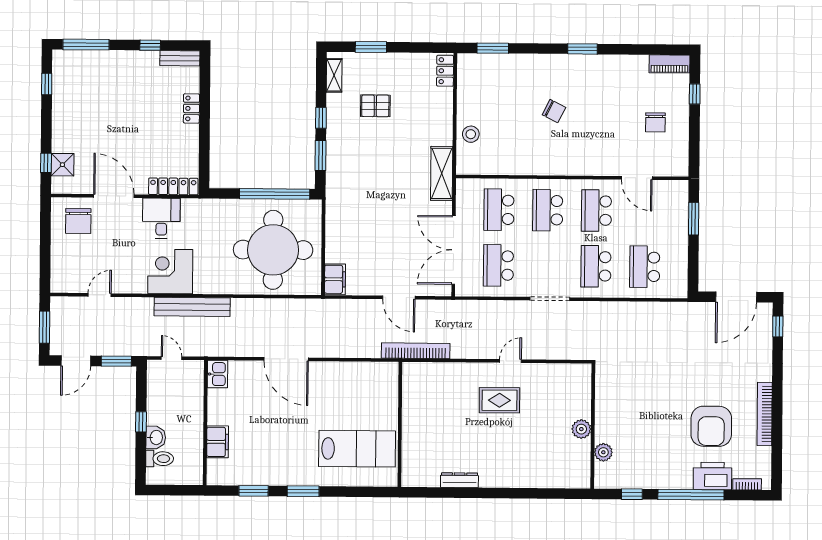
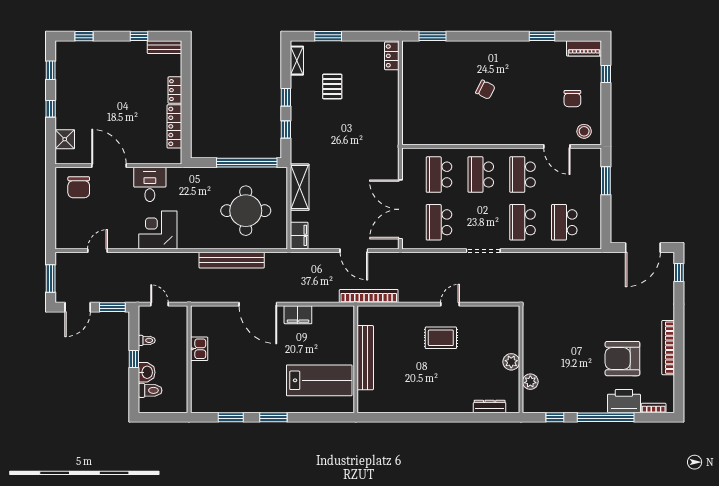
window: (86, 45) -> (84, 36), width x0.46
window: (583, 49) -> (542, 36), moved
pallet: (375, 106) -> (332, 86), turned 90
stool: (471, 134) -> (584, 131), moved
window: (321, 156) -> (286, 129), width x0.67
window: (46, 163) -> (51, 109), moved
shelving: (442, 173) -> (300, 187), moved
locker: (173, 186) -> (174, 126), moved, turned -90
round table: (273, 250) -> (246, 211), width x0.73, depth x0.73
bench: (192, 307) -> (232, 260), moved
kitchen sink: (217, 374) -> (199, 349), moved
toilet: (156, 400) -> (147, 340), added
bench: (411, 423) -> (365, 358), added
armchair: (711, 426) -> (622, 359), turned 90
filing cabinet: (218, 442) -> (298, 315), moved, turned 90
dresser: (459, 480) -> (490, 406), moved

